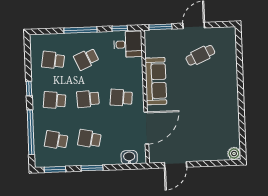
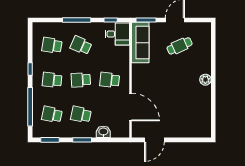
school desk: (86, 59) -> (81, 45), turned 48
sofa: (156, 81) -> (140, 43), moved
door: (146, 128) -> (130, 107), hinge flipped
plant: (234, 154) -> (205, 80), moved
washbasin: (129, 157) -> (103, 132), moved

